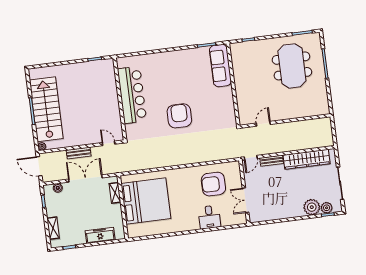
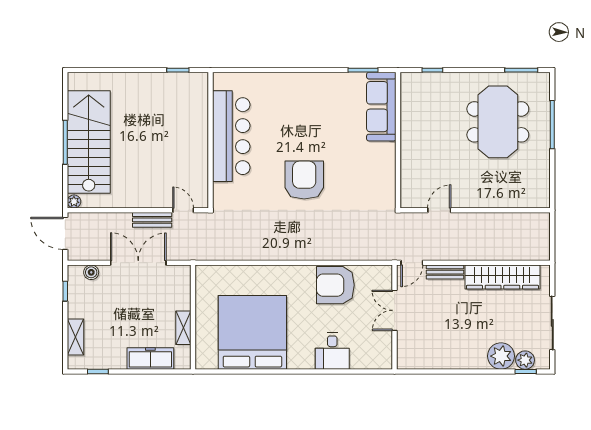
bench: (79, 153) -> (152, 220), moved
armchair: (213, 184) -> (335, 285), moved
shelving: (115, 193) -> (183, 328), moved
double door: (246, 200) -> (395, 310), moved
bed: (146, 201) -> (252, 332), moved, turned -90

